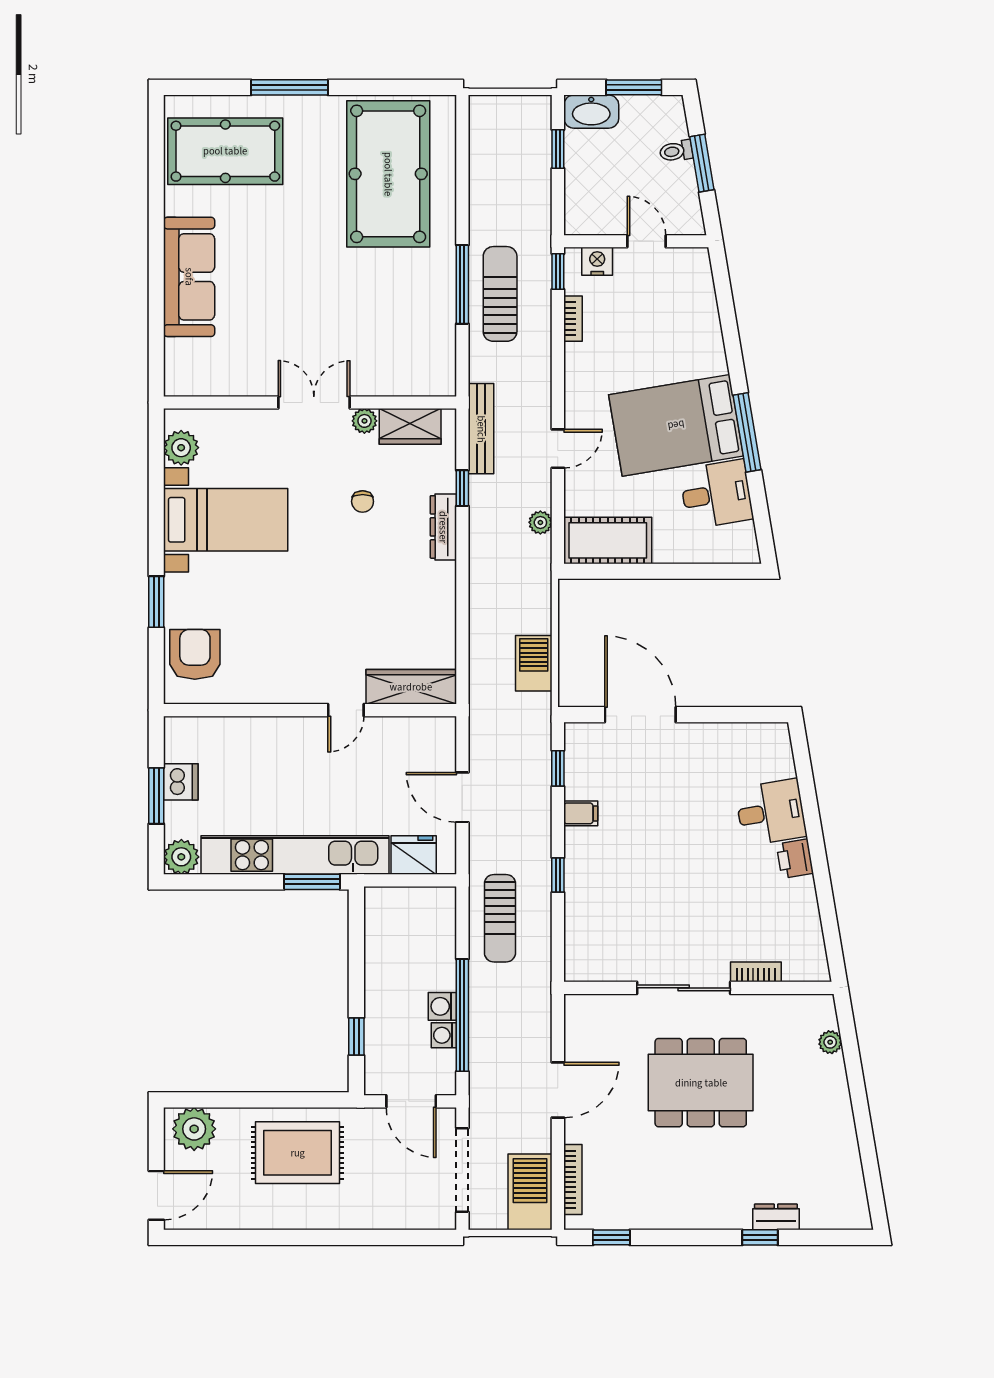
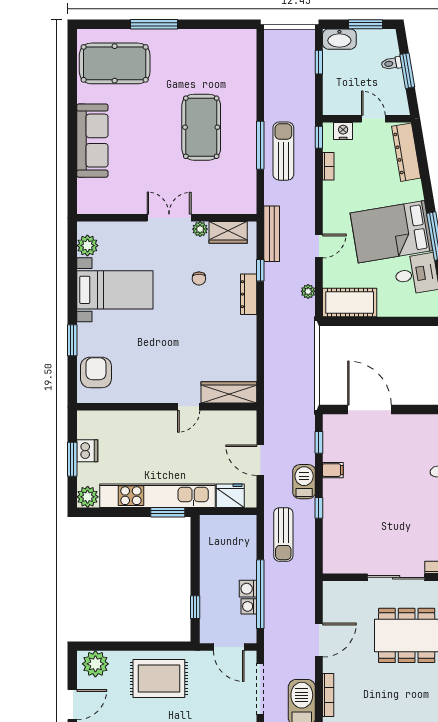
pool table: (388, 174) -> (201, 127), moved, width x0.73, depth x0.76
dresser: (700, 296) -> (406, 152), added
barbecue: (534, 663) -> (304, 482), moved

